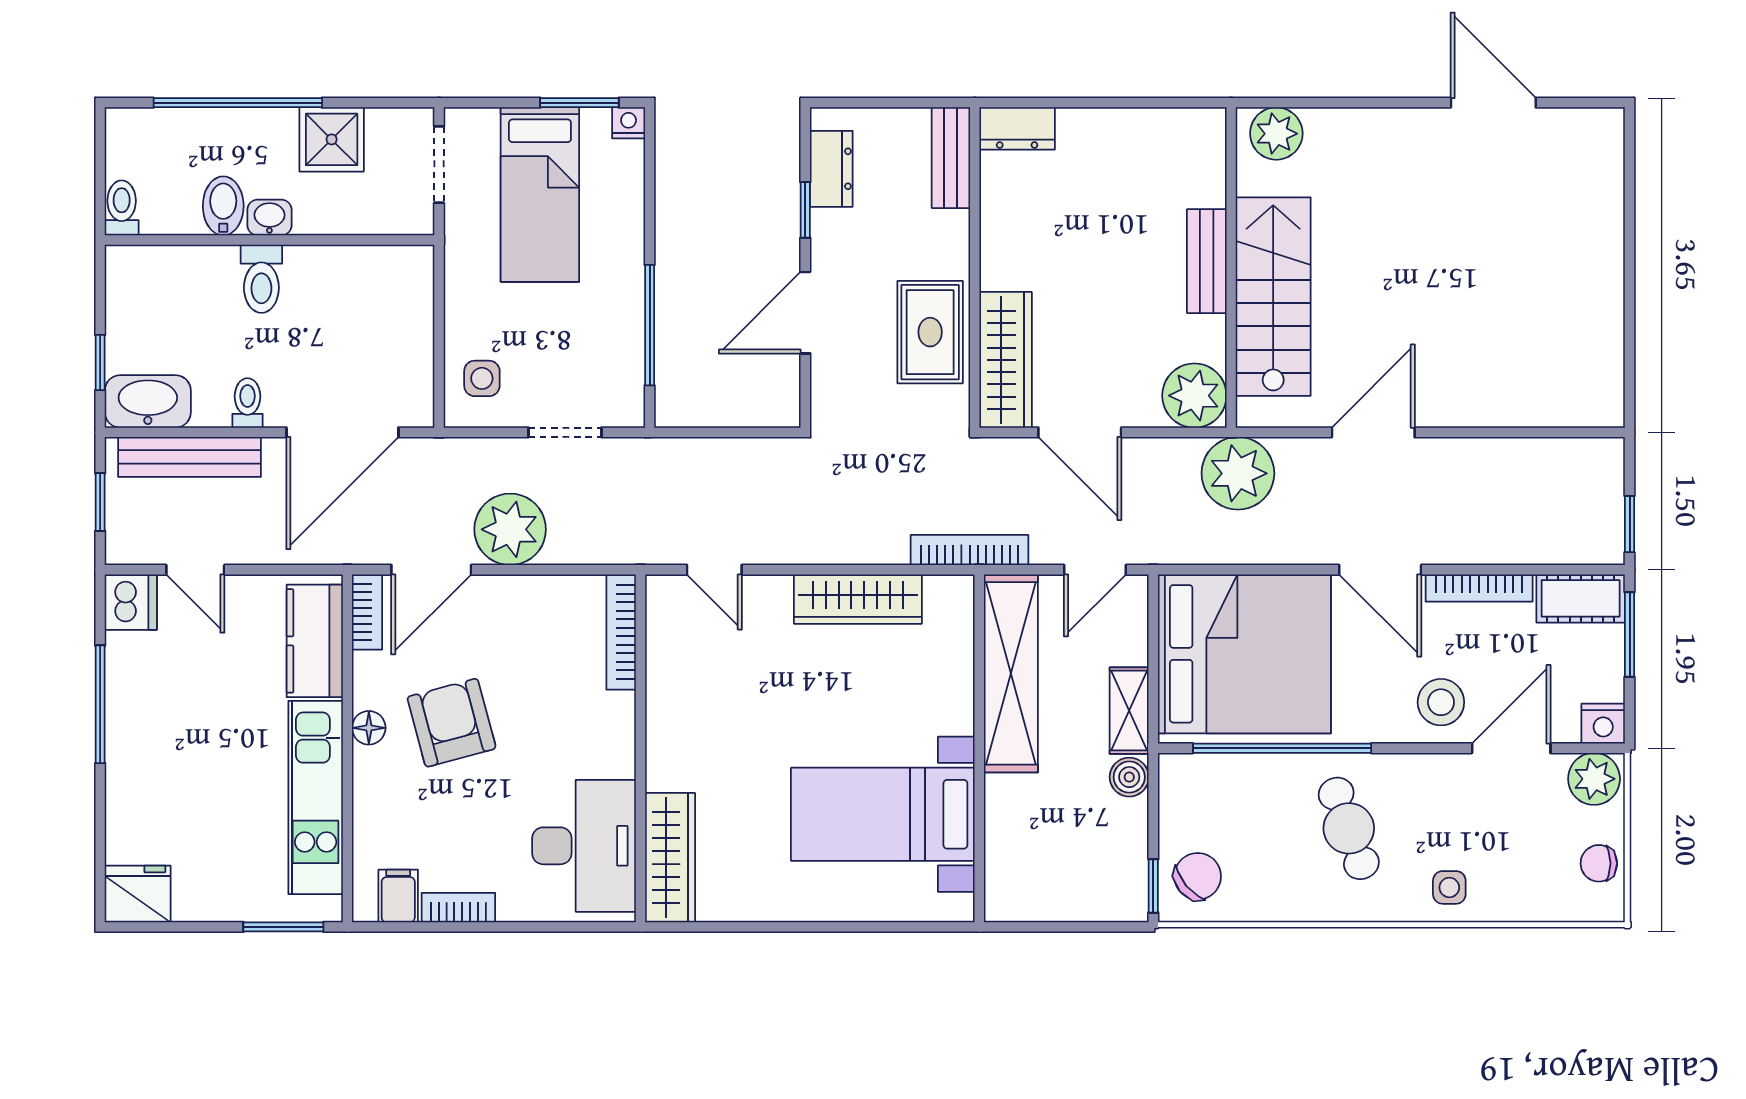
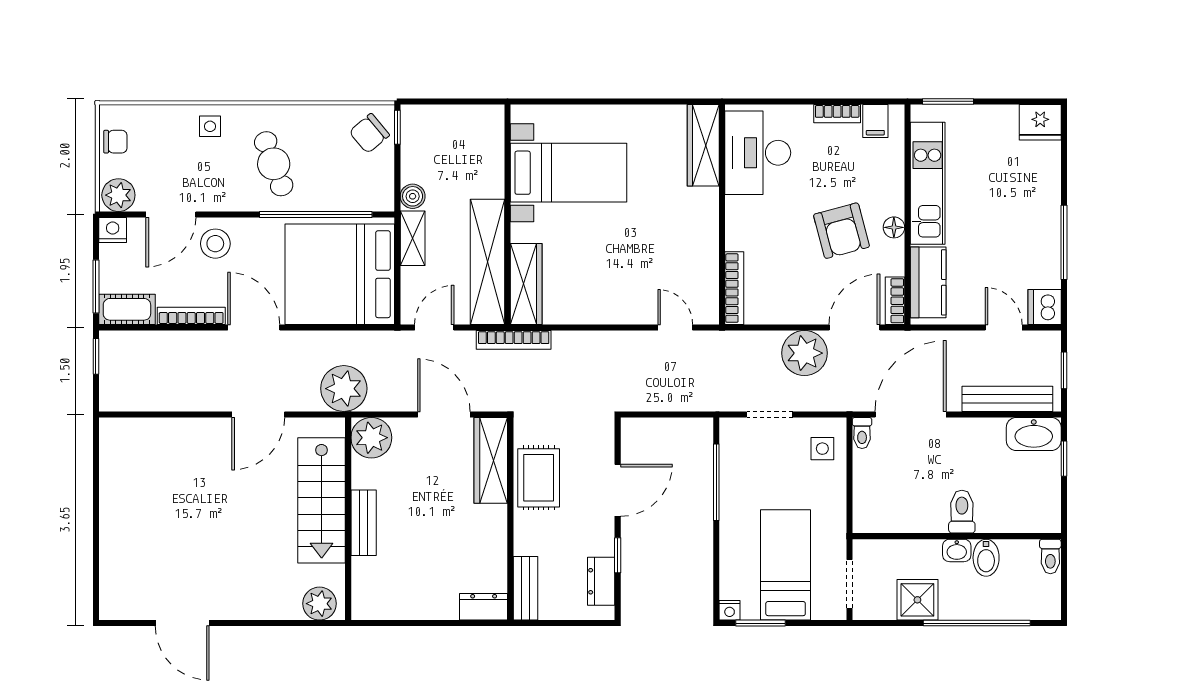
toilet: (247, 403) -> (862, 433), moved
wardrobe: (858, 599) -> (526, 284), moved, turned 90

